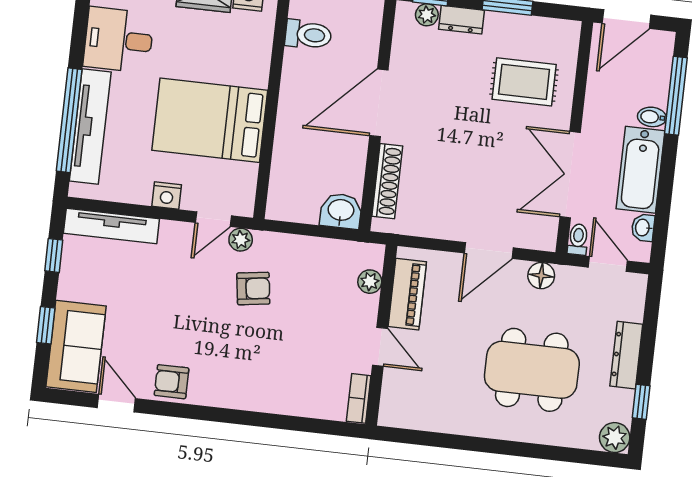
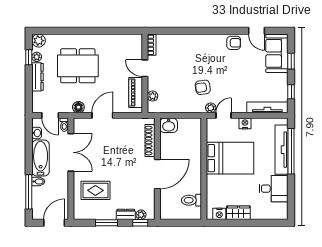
plant: (623, 401) -> (37, 57), added

